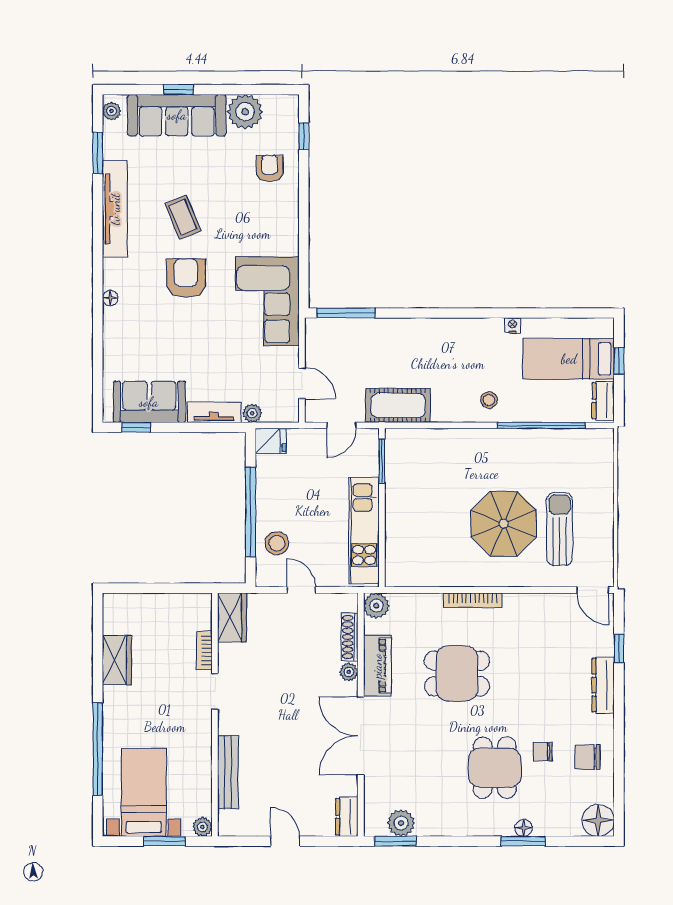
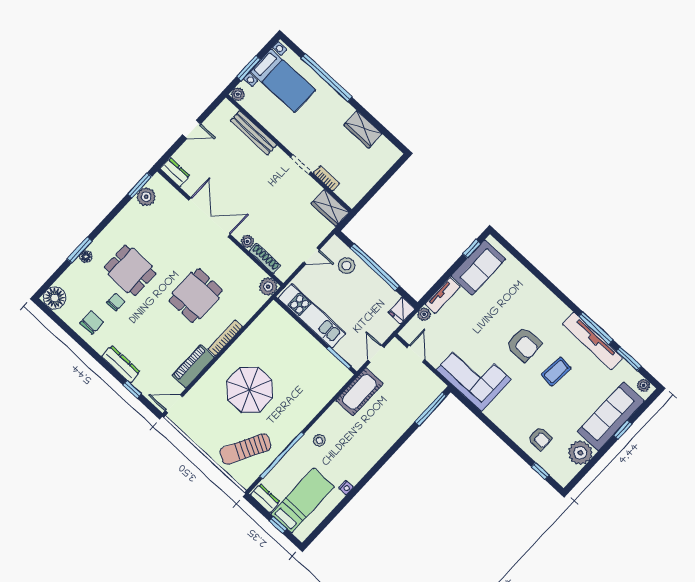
coffee table: (183, 217) -> (556, 372), turned -63
window: (98, 218) -> (596, 328), added
floor lamp: (110, 298) -> (549, 297), removed
door: (302, 383) -> (416, 354), swing flipped
sun lounger: (559, 529) -> (245, 449), moved, turned 118
piano: (377, 666) -> (193, 366), moved, turned 90

